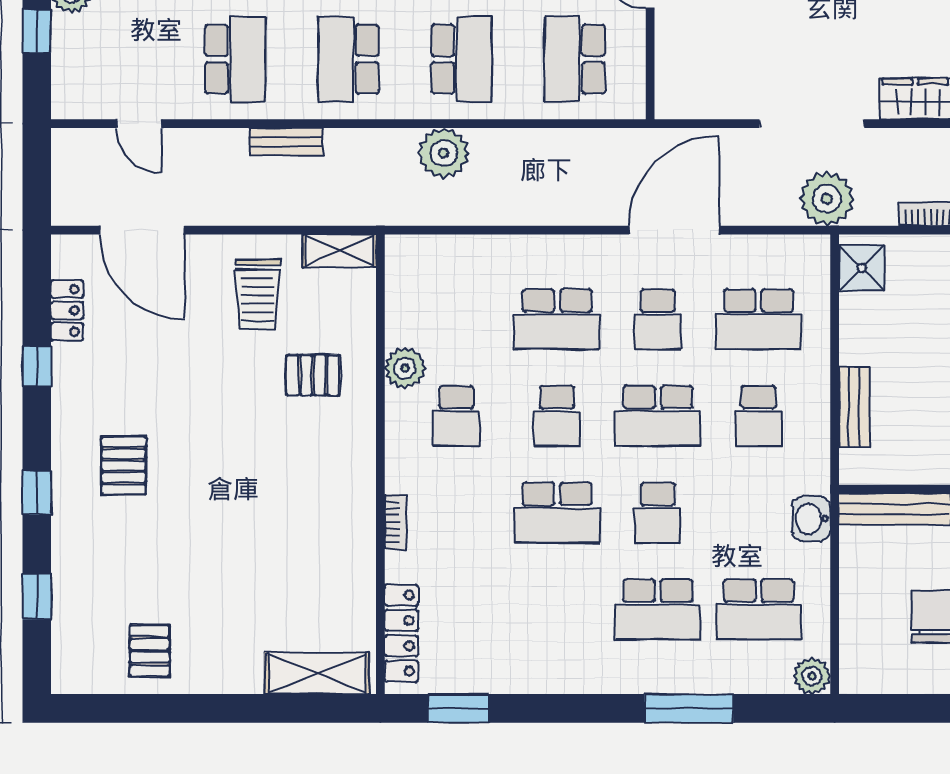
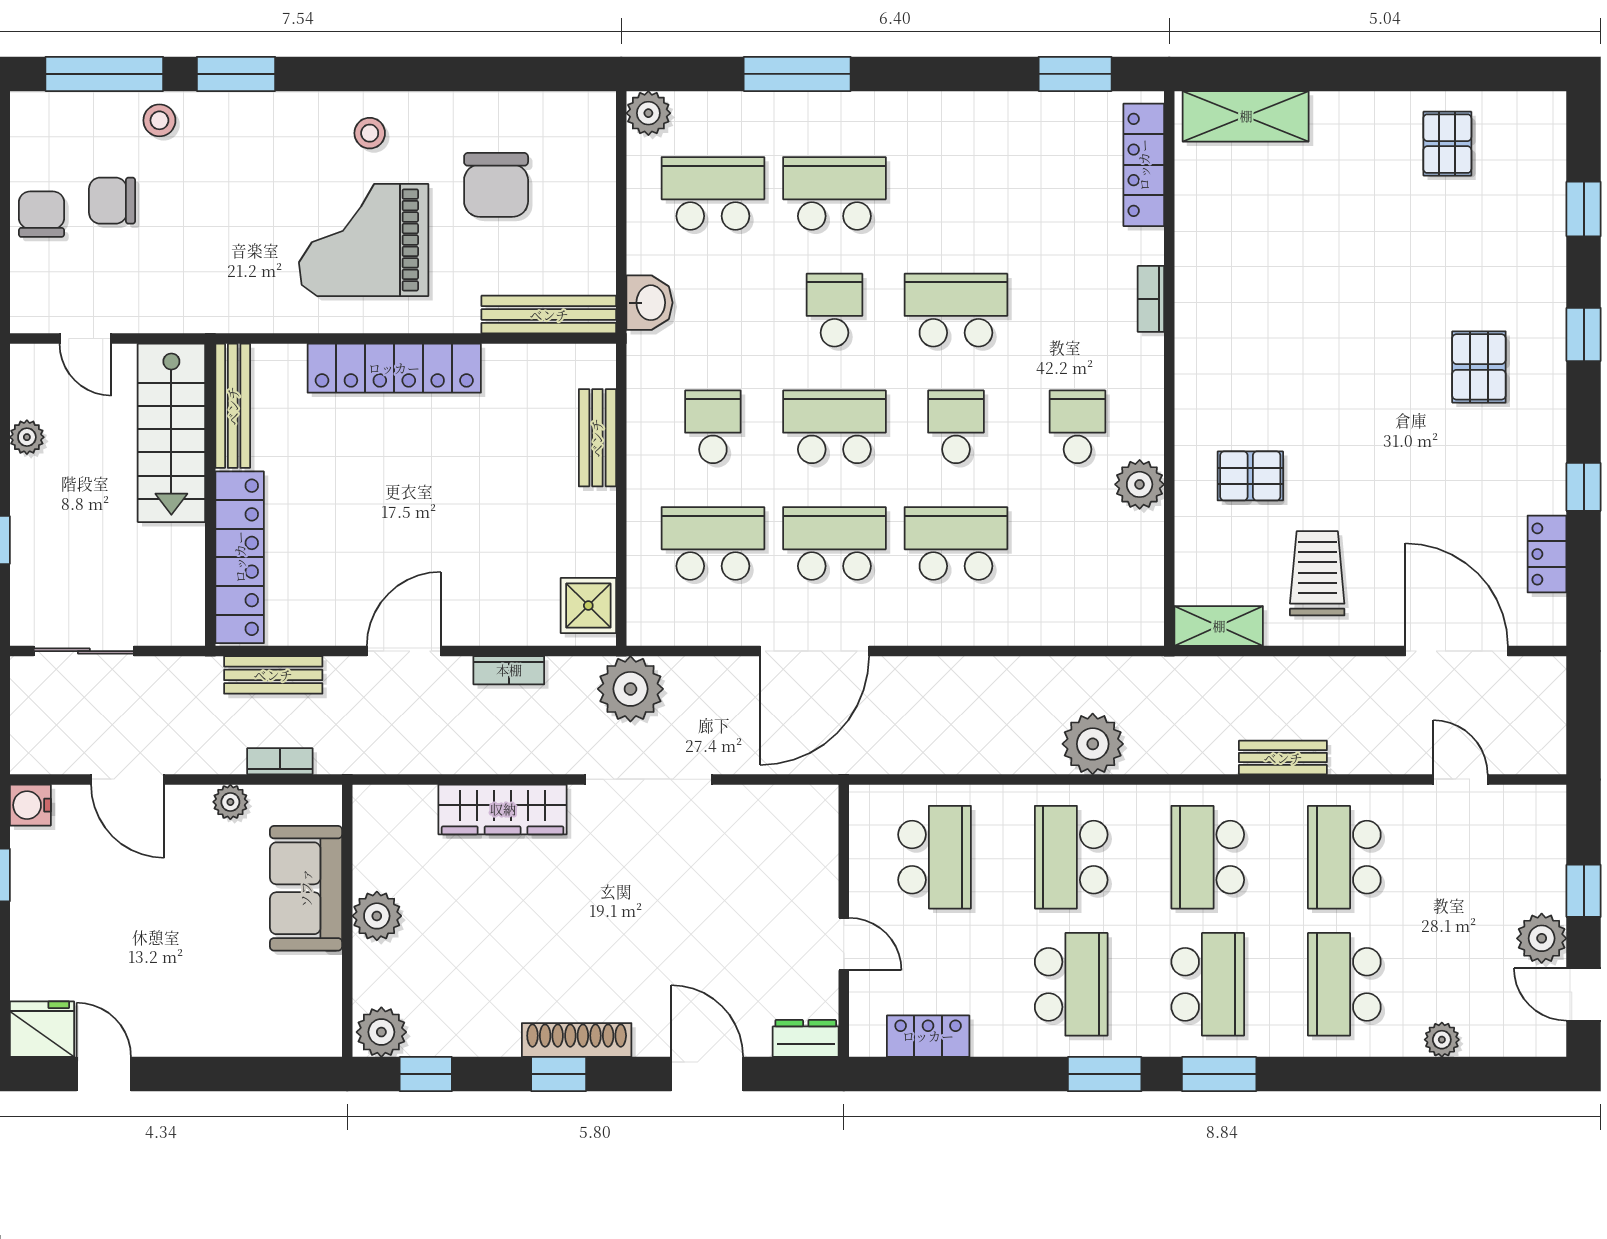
school desk: (348, 59) -> (1208, 857), turned 180
school desk: (658, 319) -> (834, 543), width x1.85

